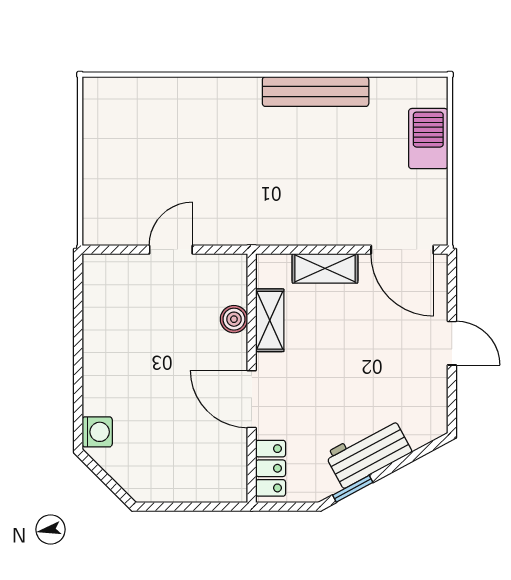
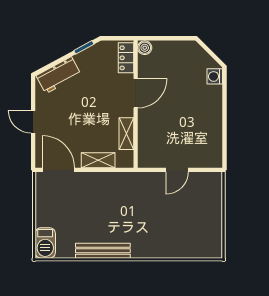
barbecue: (428, 139) -> (45, 243), moved
boiler: (234, 319) -> (145, 48), moved
door: (252, 399) -> (136, 93), hinge flipped
workbench: (368, 453) -> (59, 75), moved

